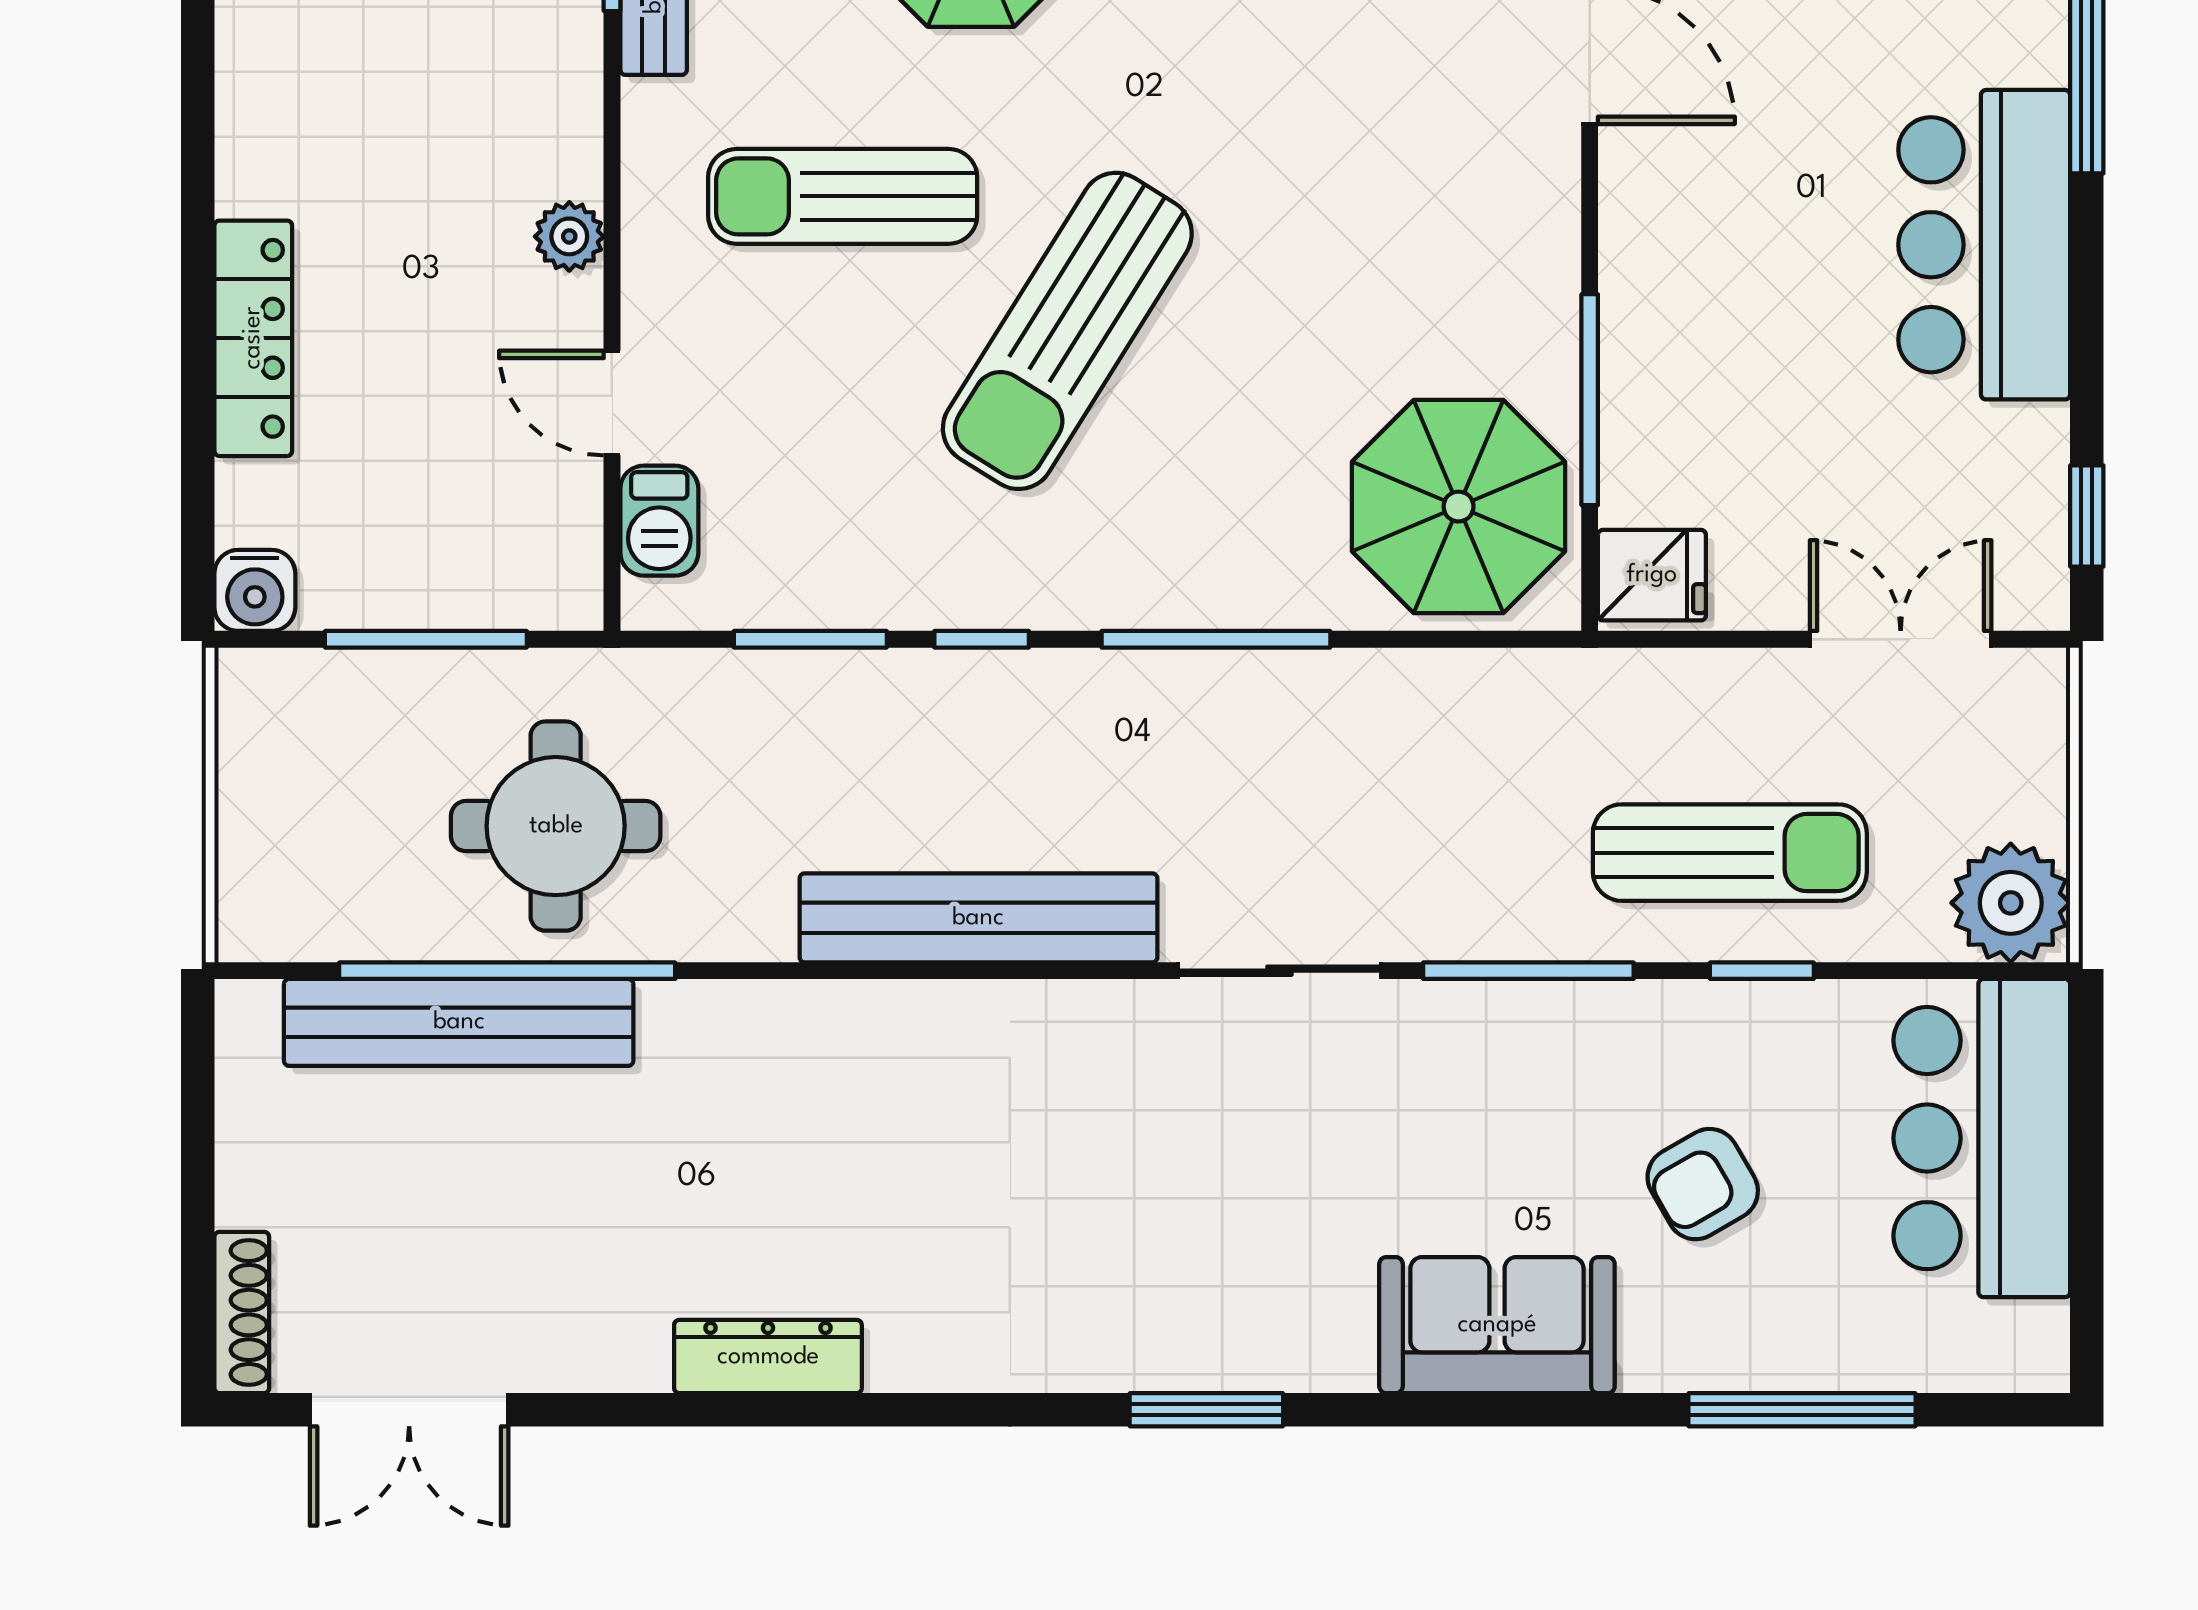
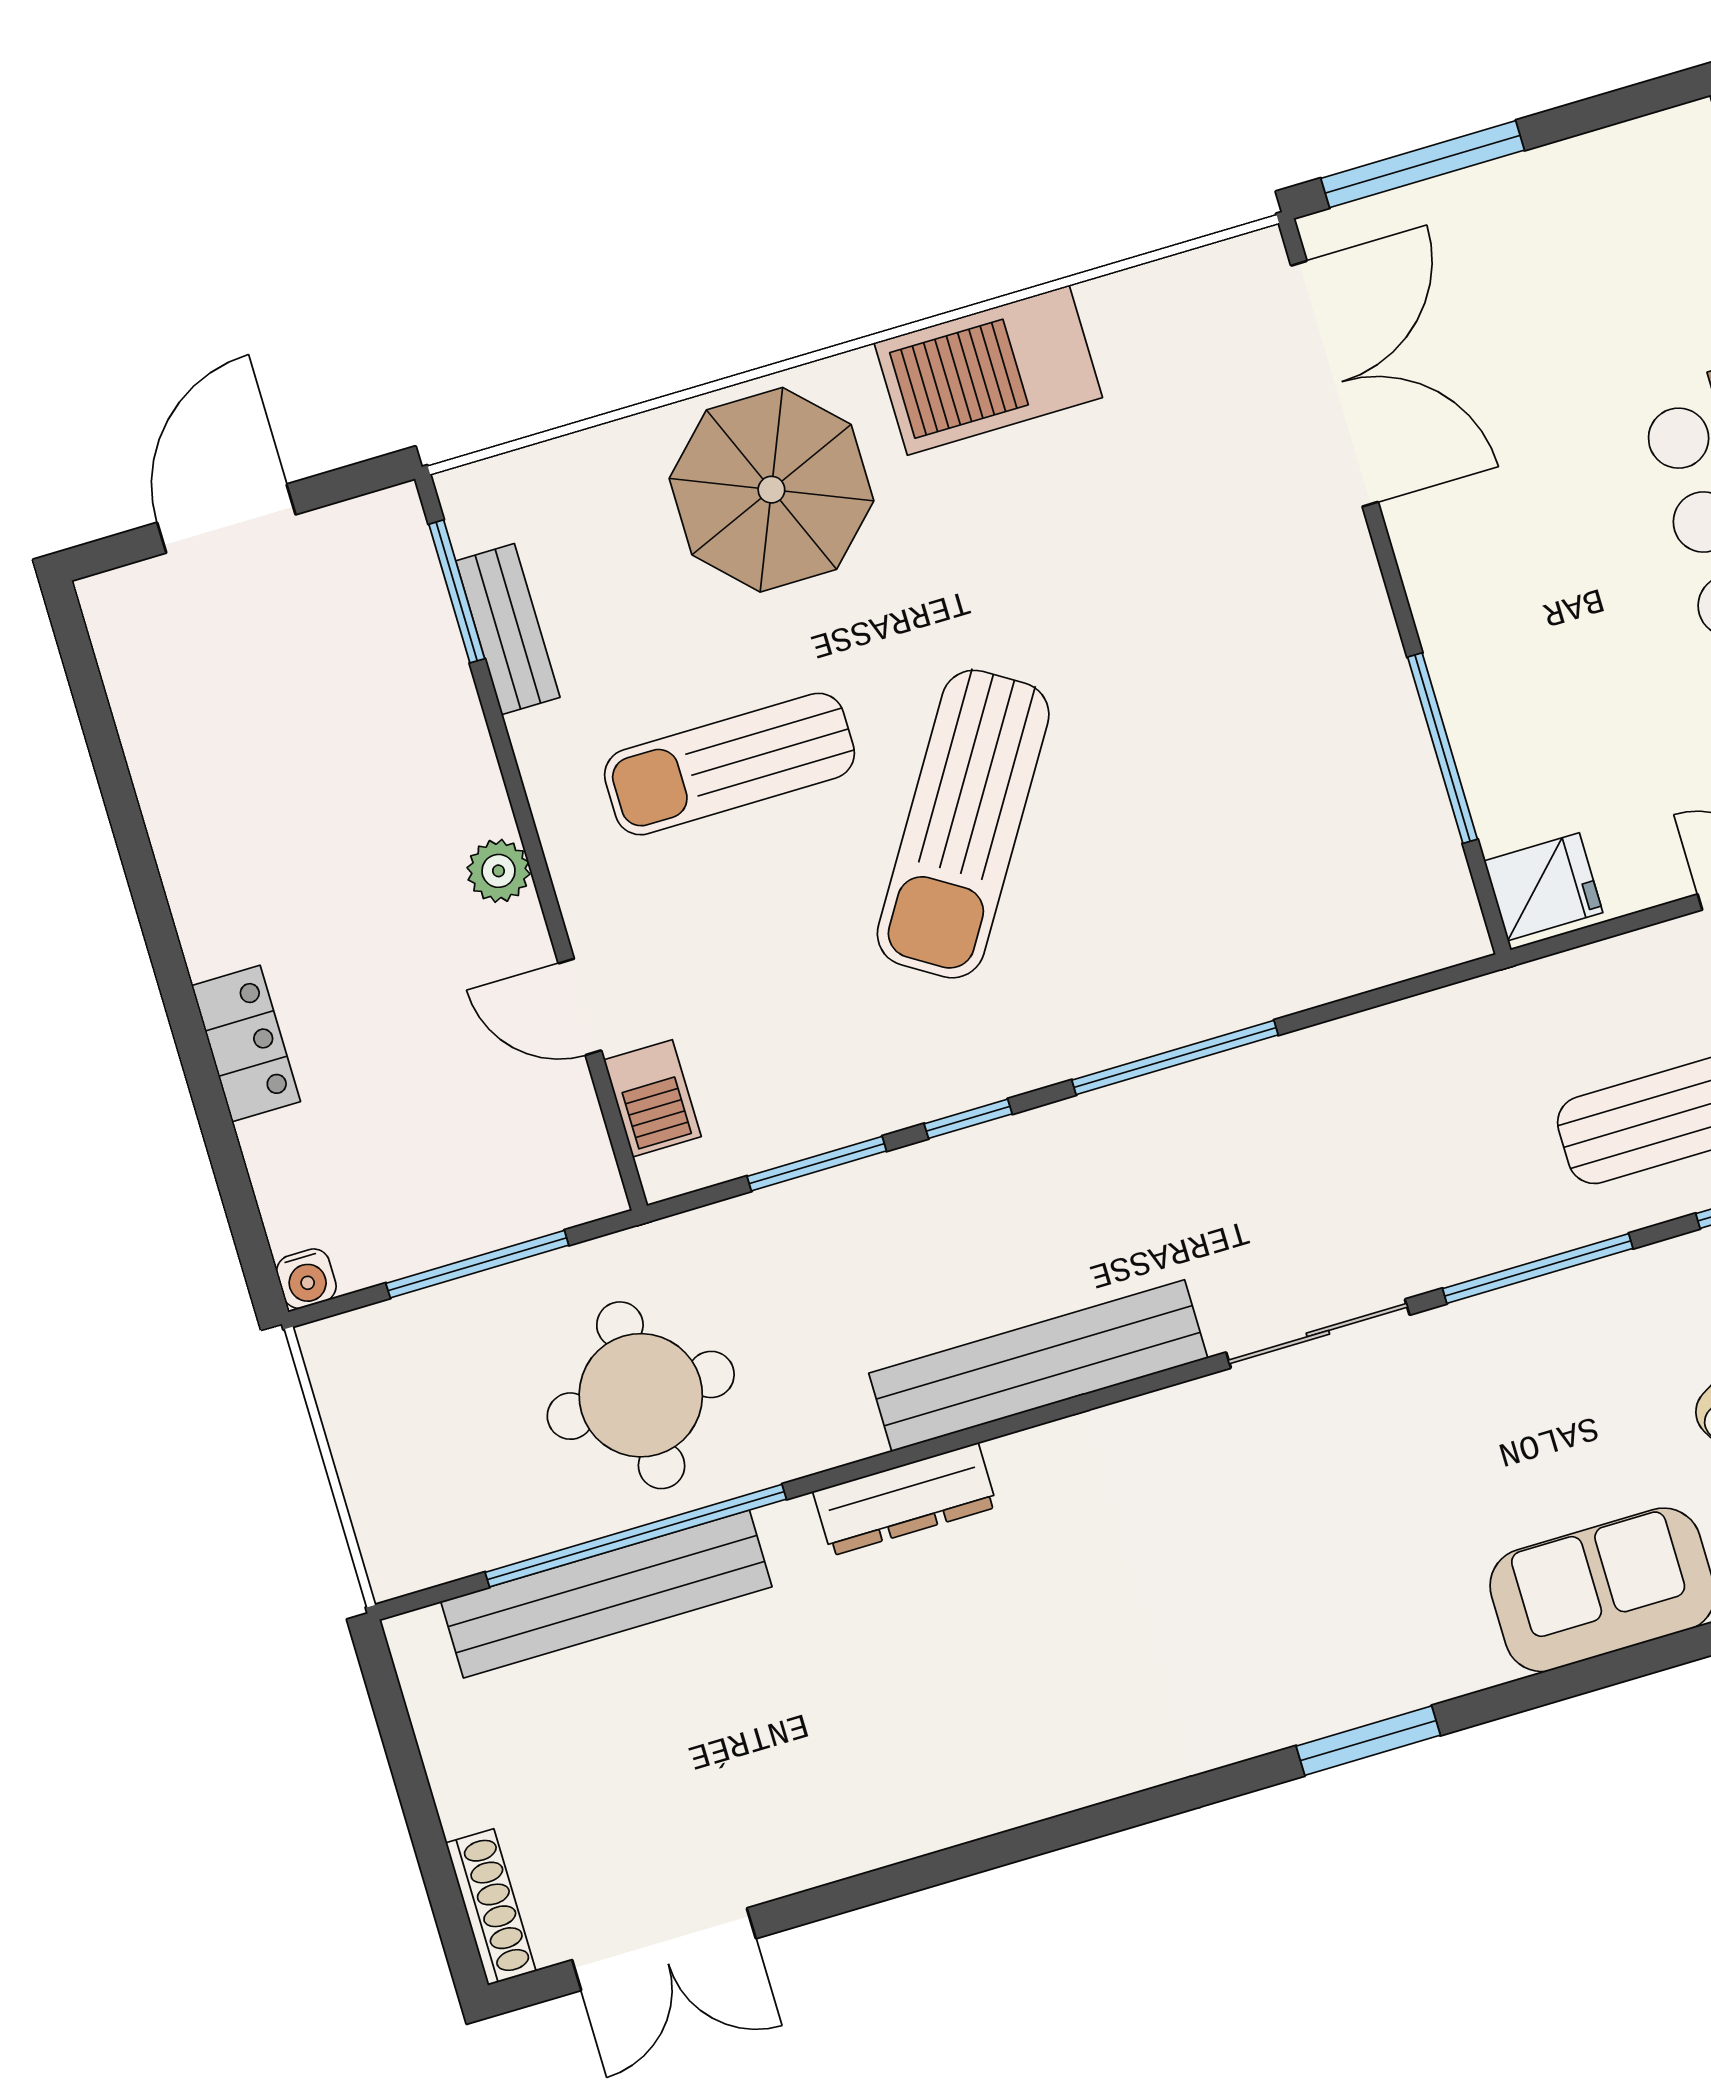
locker: (253, 338) -> (246, 1044), width x0.66
parasol: (1459, 507) -> (1355, 877), removed
water cooler: (255, 590) -> (306, 1279), width x0.72, depth x0.72
dresser: (768, 1357) -> (905, 1499), moved, turned 180

